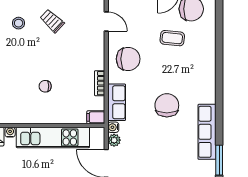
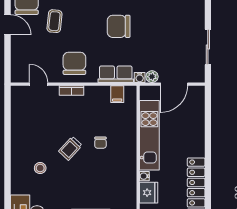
trolley: (52, 21) -> (70, 148), moved
door: (106, 22) -> (39, 84), hinge flipped
bookcase: (100, 83) -> (72, 91), moved
filing cabinet: (96, 117) -> (117, 94), moved

